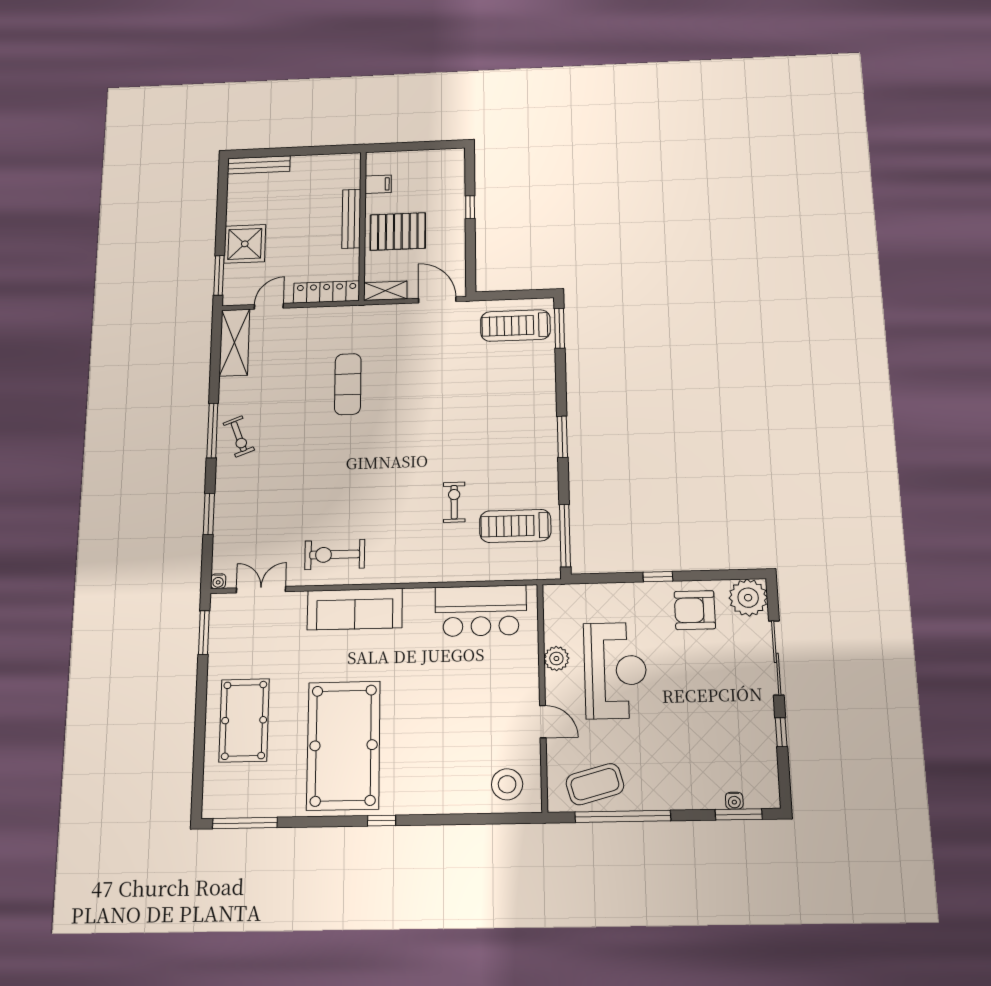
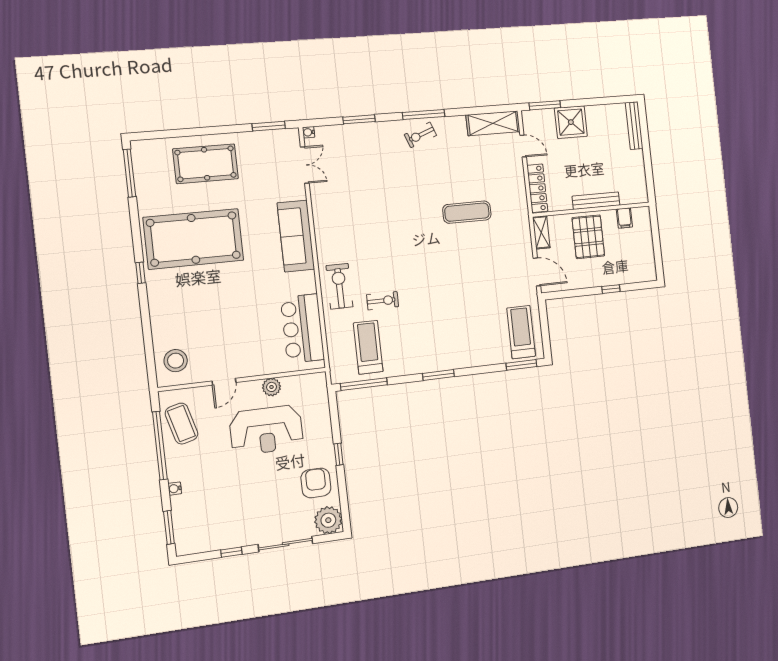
door: (437, 300) -> (537, 272), hinge flipped
exercise bike: (335, 555) -> (339, 286), moved
water cooler: (734, 801) -> (175, 489), moved

